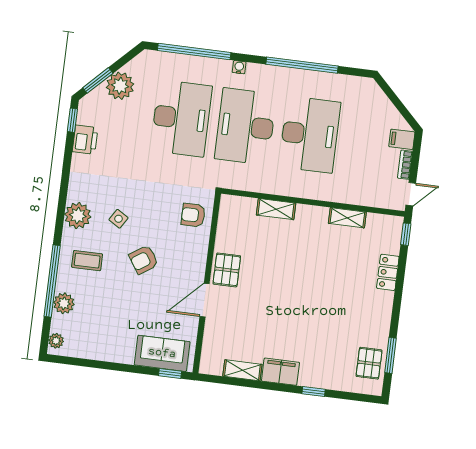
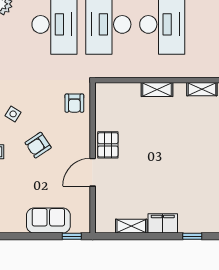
shelving: (276, 209) -> (157, 89), moved
armchair: (193, 215) -> (74, 103), turned -90
sofa: (162, 353) -> (48, 221), moved

